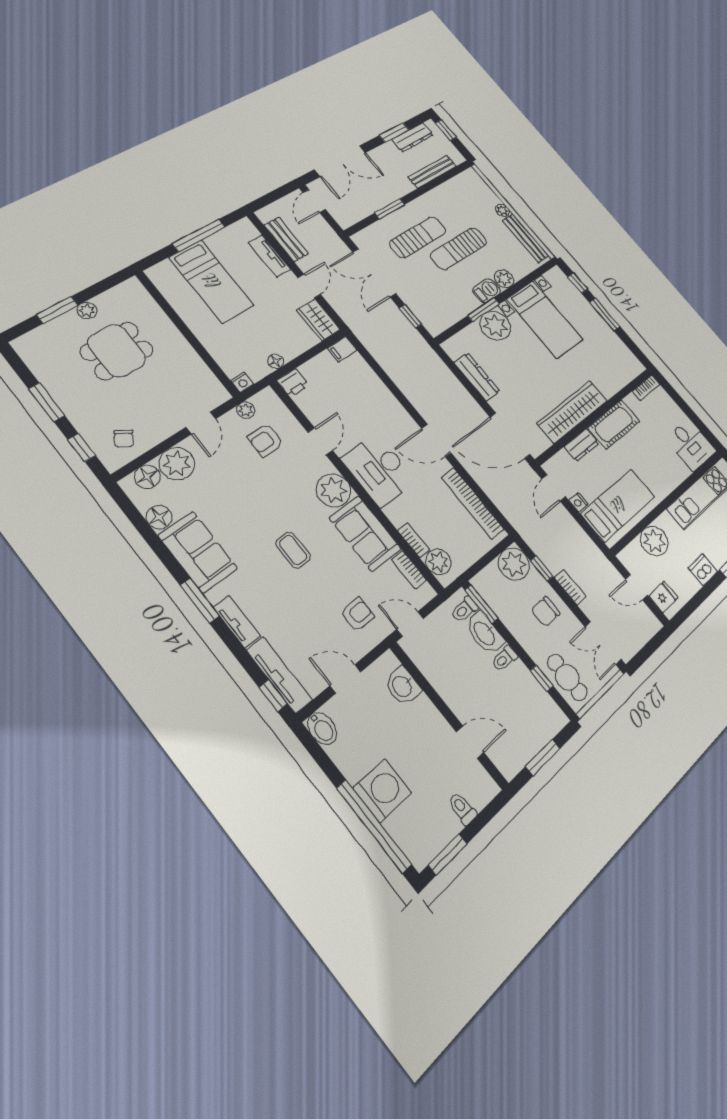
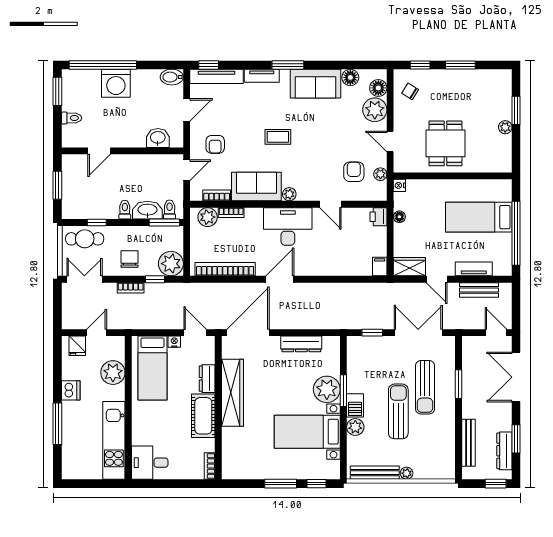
window: (199, 235) -> (516, 233), width x1.46
dining table: (117, 351) -> (445, 143), moved
plant: (333, 490) -> (289, 194), width x0.53, depth x0.53

